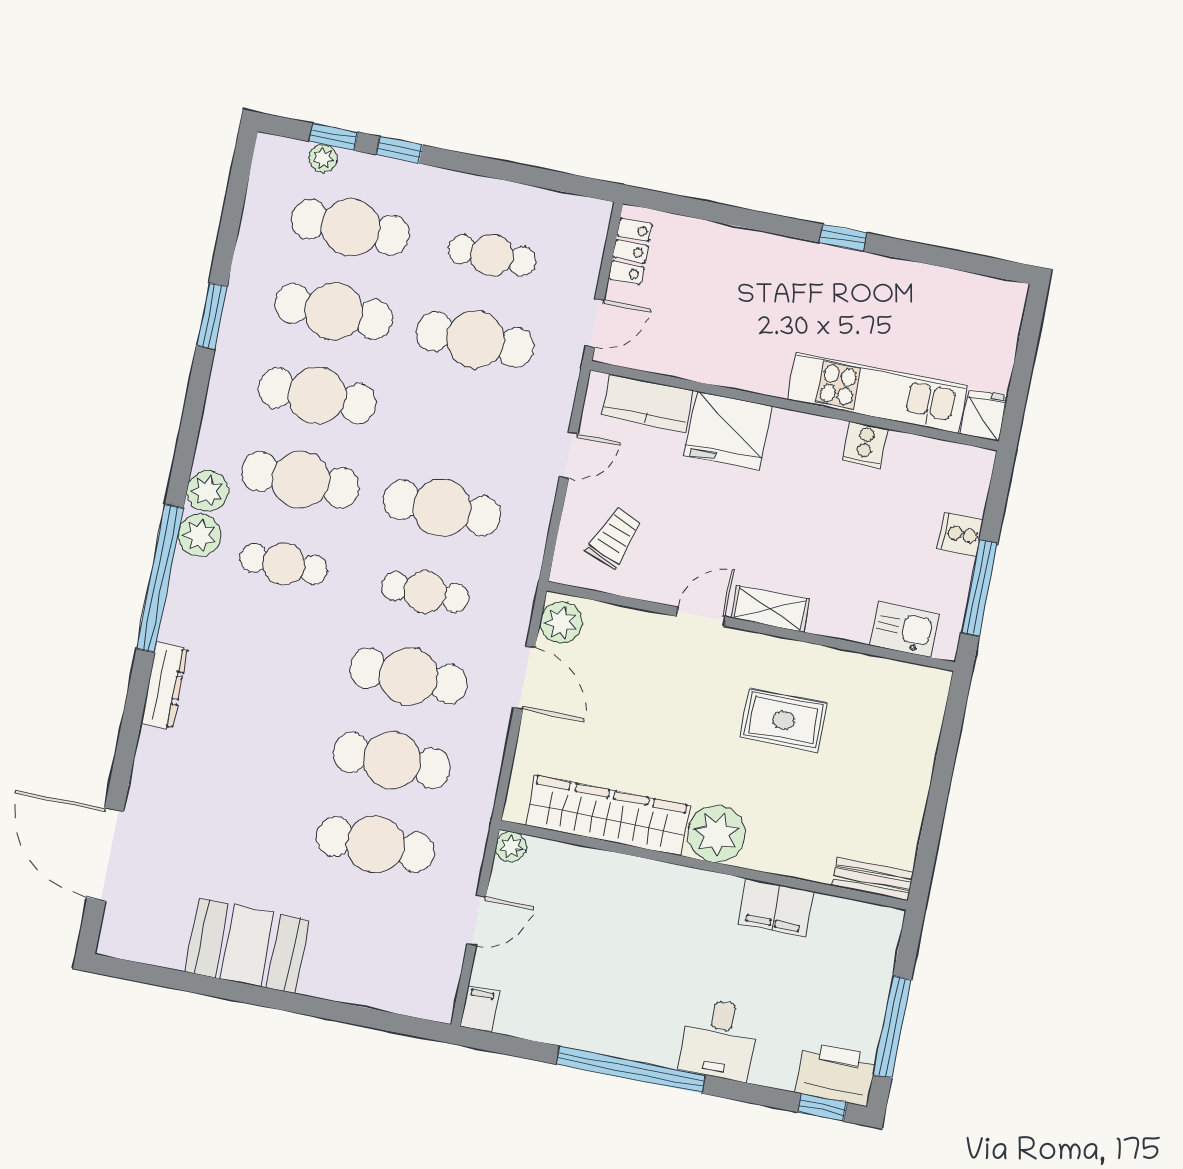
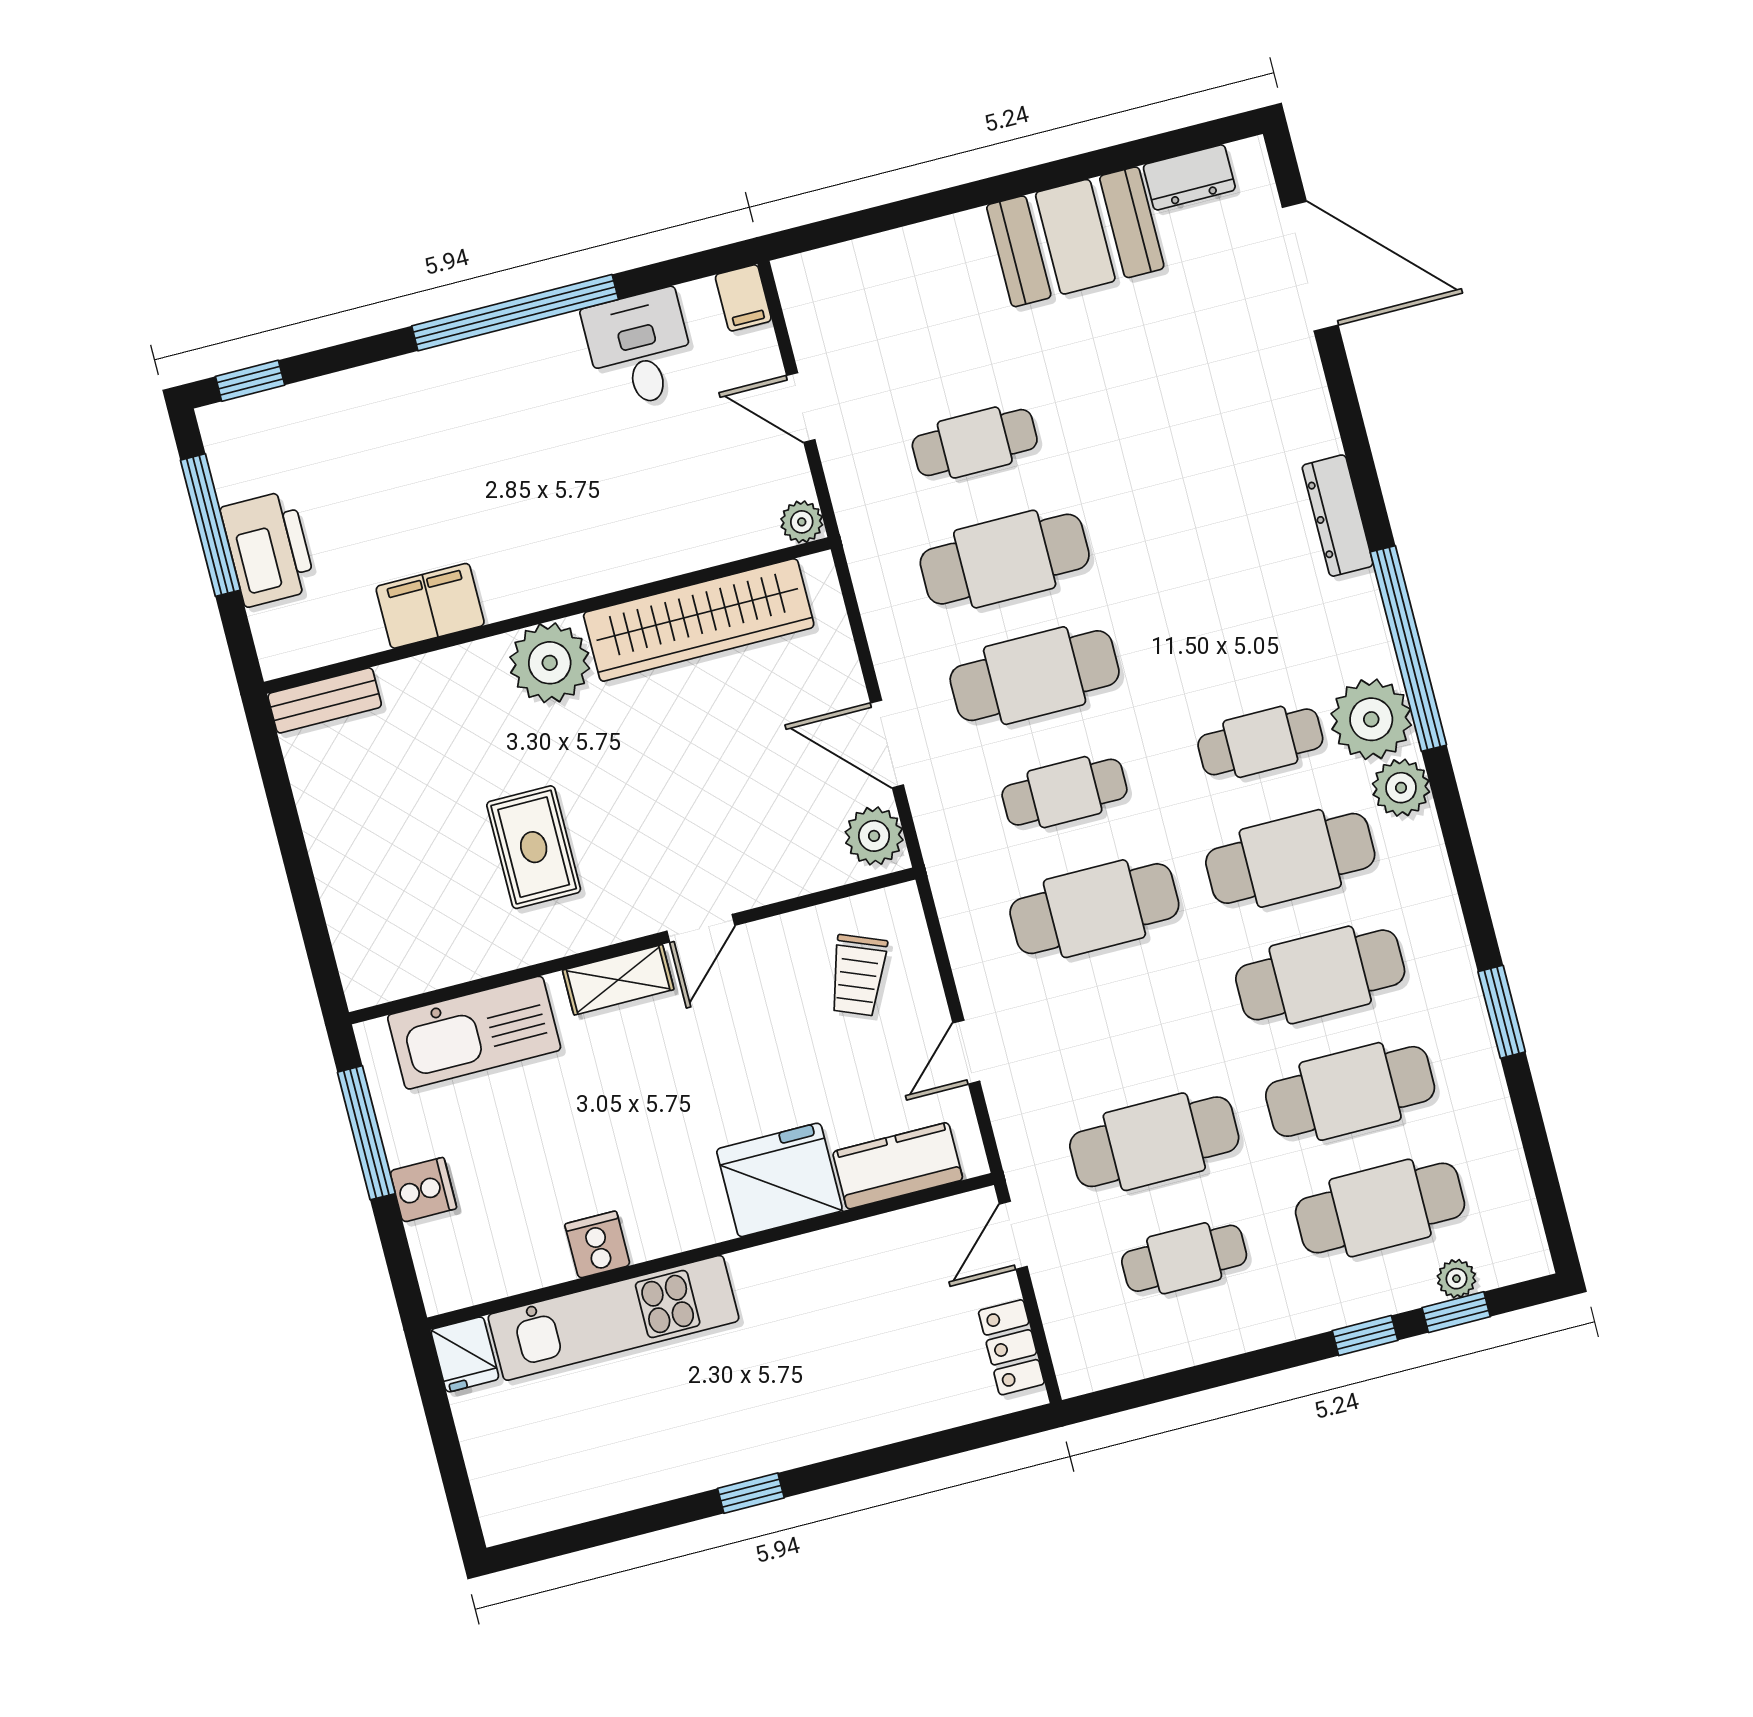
plant: (199, 535) -> (1371, 719), width x1.36, depth x1.36
kitchen sink: (904, 630) -> (474, 1033), width x1.88, depth x1.24
rug: (784, 720) -> (534, 847), turned 90
cafe table: (375, 844) -> (975, 443), width x0.73, depth x0.74
door: (476, 921) -> (801, 408), hinge flipped
dresser: (156, 949) -> (1189, 177), added
desk: (719, 1039) -> (640, 349), moved
printer: (836, 1074) -> (268, 549), moved, turned -90

